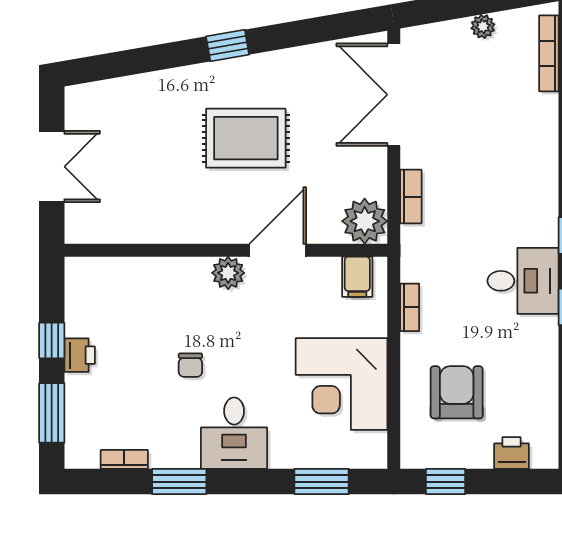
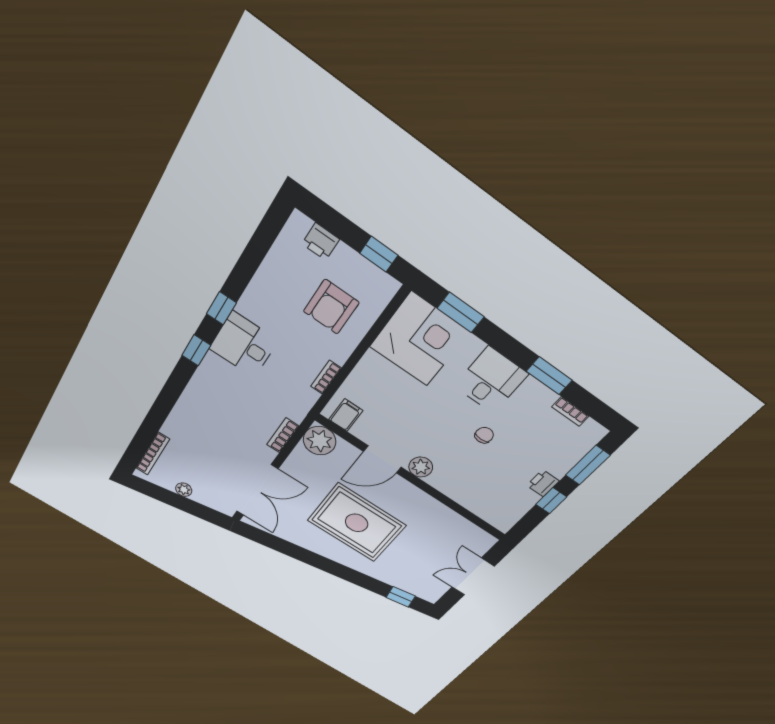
window: (228, 45) -> (401, 597), moved
rug: (246, 138) -> (357, 523), width x1.37, depth x1.44
corner desk: (342, 384) -> (419, 339), moved

